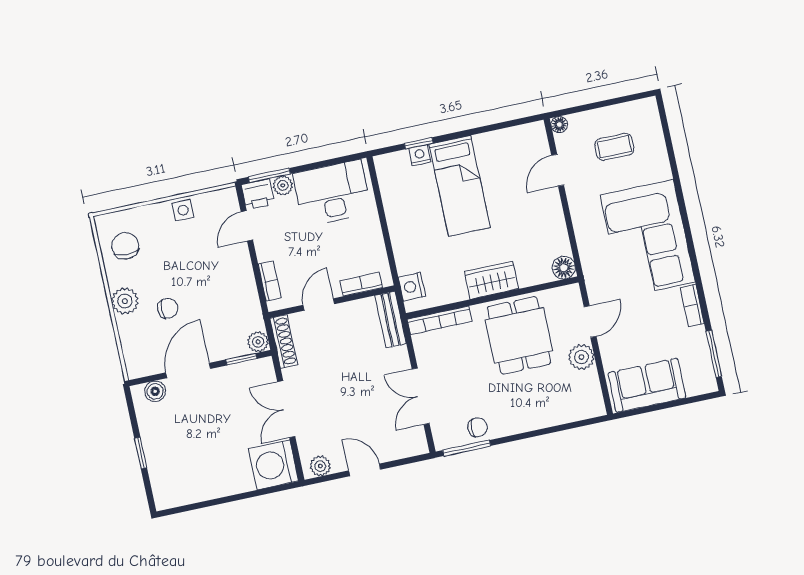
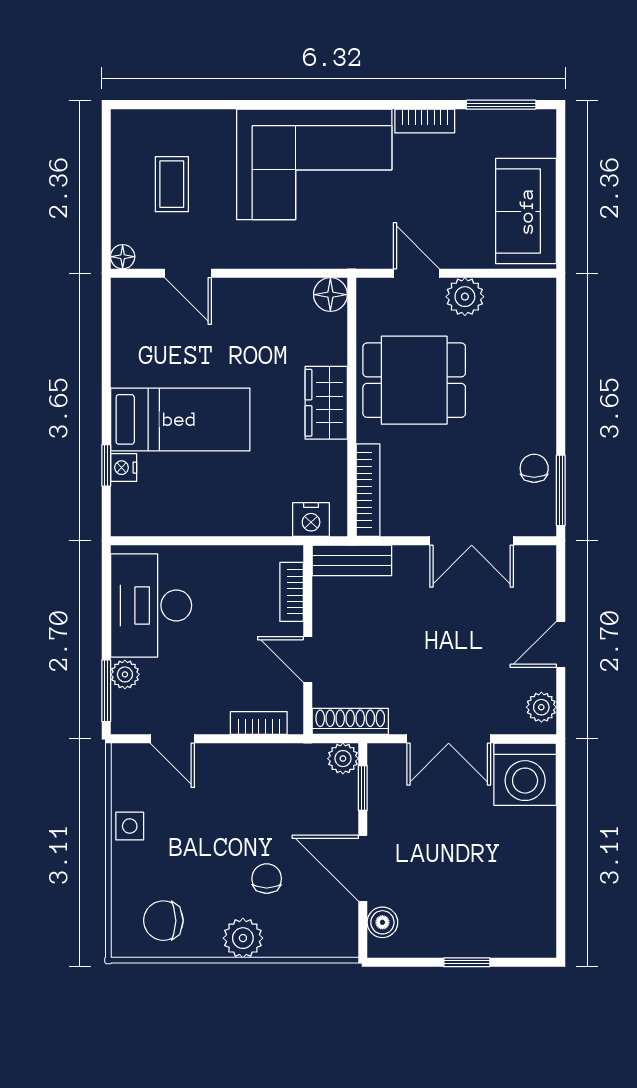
printer: (258, 194) -> (130, 713), removed

